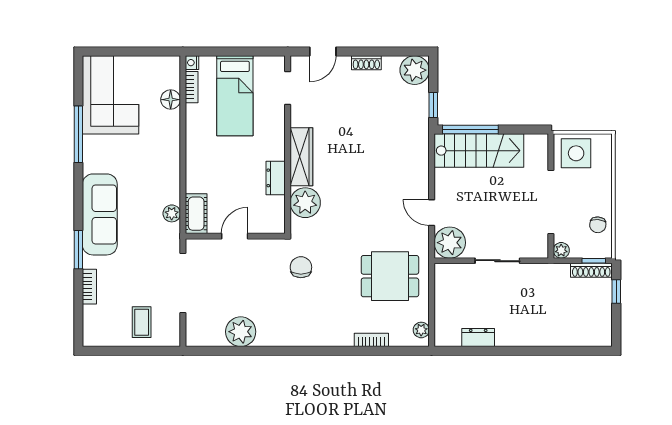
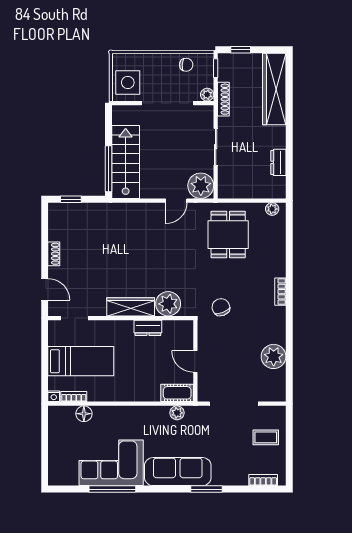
plant: (415, 70) -> (60, 214), removed
corner sofa: (111, 95) -> (111, 463), moved
window: (433, 105) -> (71, 199), moved
chair: (301, 267) -> (221, 307), turned 69
shoe rack: (591, 270) -> (223, 99), moved
bookcase: (89, 287) -> (263, 480), moved
wardrobe: (568, 332) -> (274, 89), added
bookcase: (371, 340) -> (280, 292), moved

